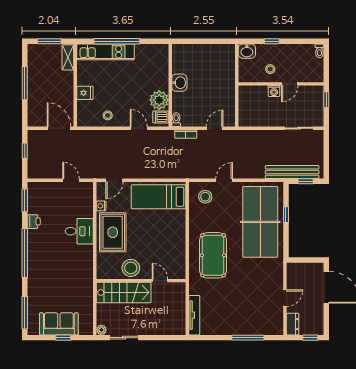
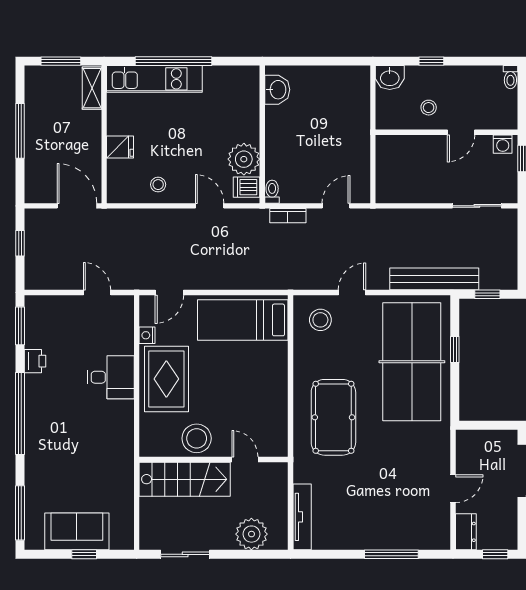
washbasin: (179, 83) -> (277, 90), moved
washing machine: (274, 91) -> (503, 144), moved
bench: (292, 172) -> (434, 279), moved
plant: (101, 330) -> (251, 534), moved, width x1.87, depth x1.87

